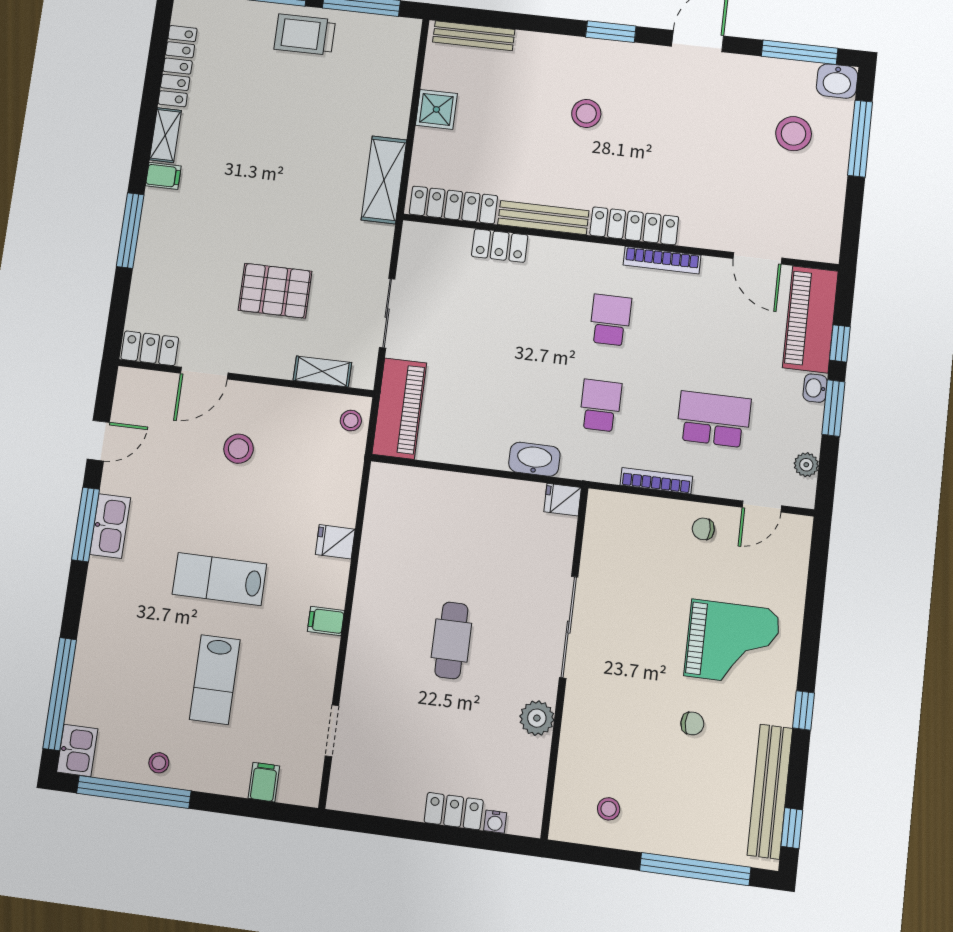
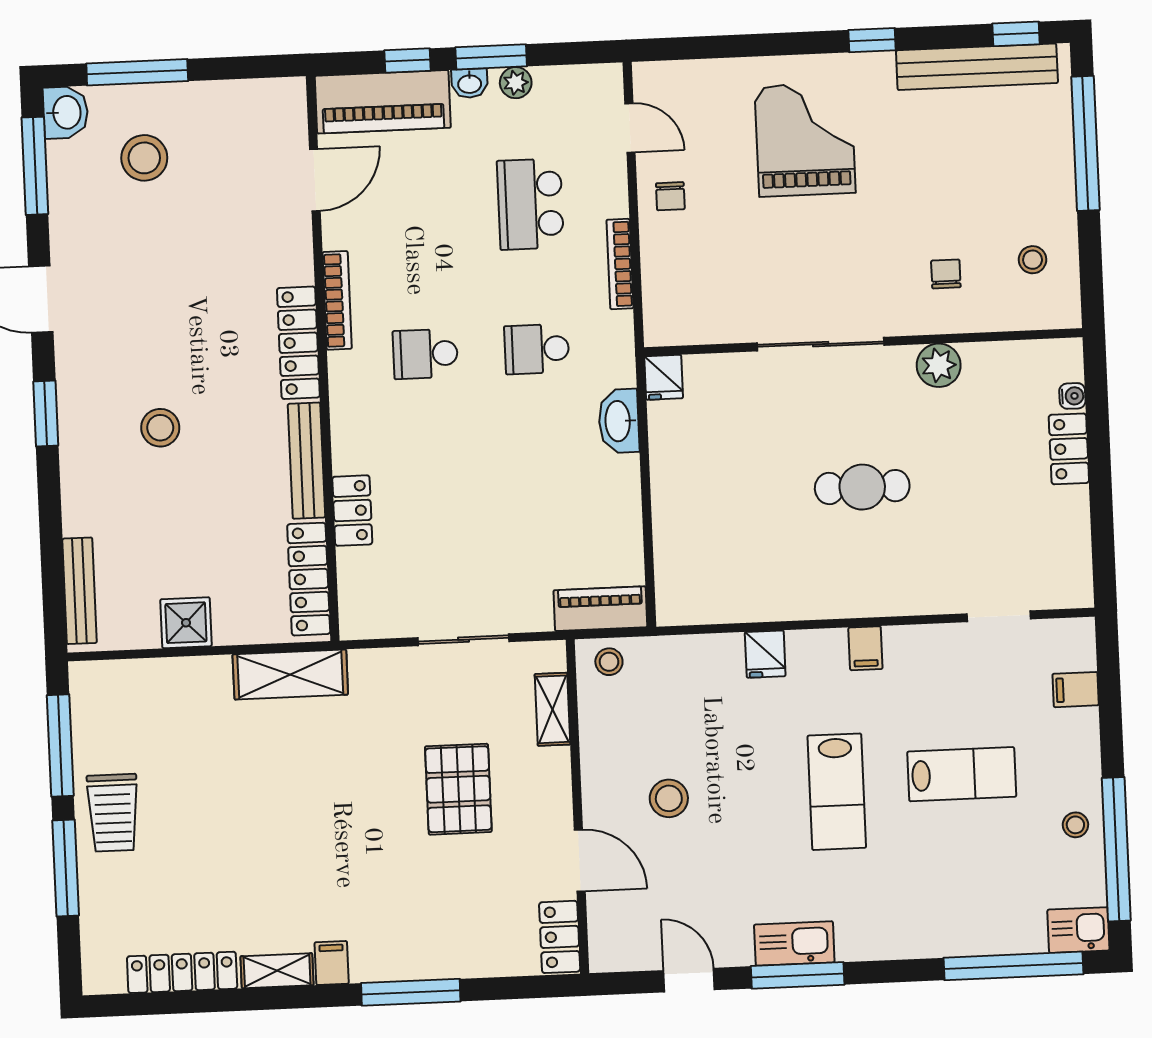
piano: (399, 408) -> (600, 609), width x0.73, depth x0.75
plant: (806, 465) -> (516, 83), moved
chair: (692, 723) -> (946, 274), moved

